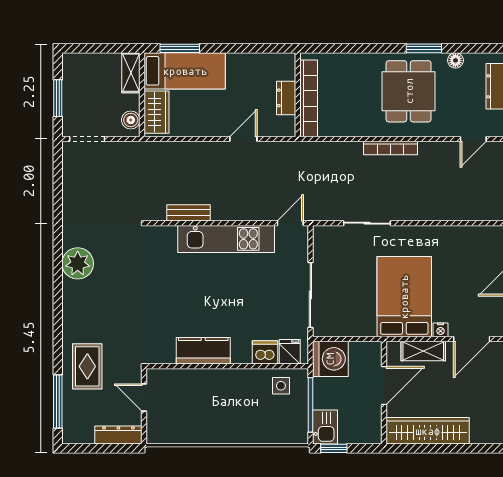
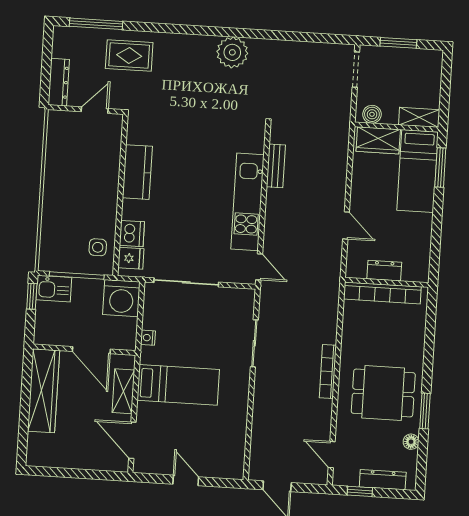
bed: (404, 297) -> (178, 385), width x0.67
nightstand: (441, 330) -> (148, 338), moved

